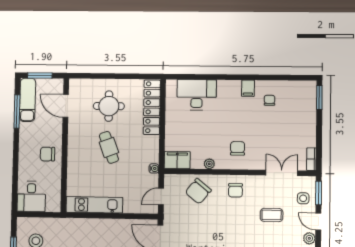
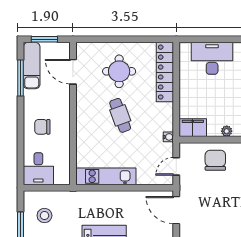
chair: (47, 154) -> (42, 127), moved
chair: (198, 191) -> (215, 160), turned 141

